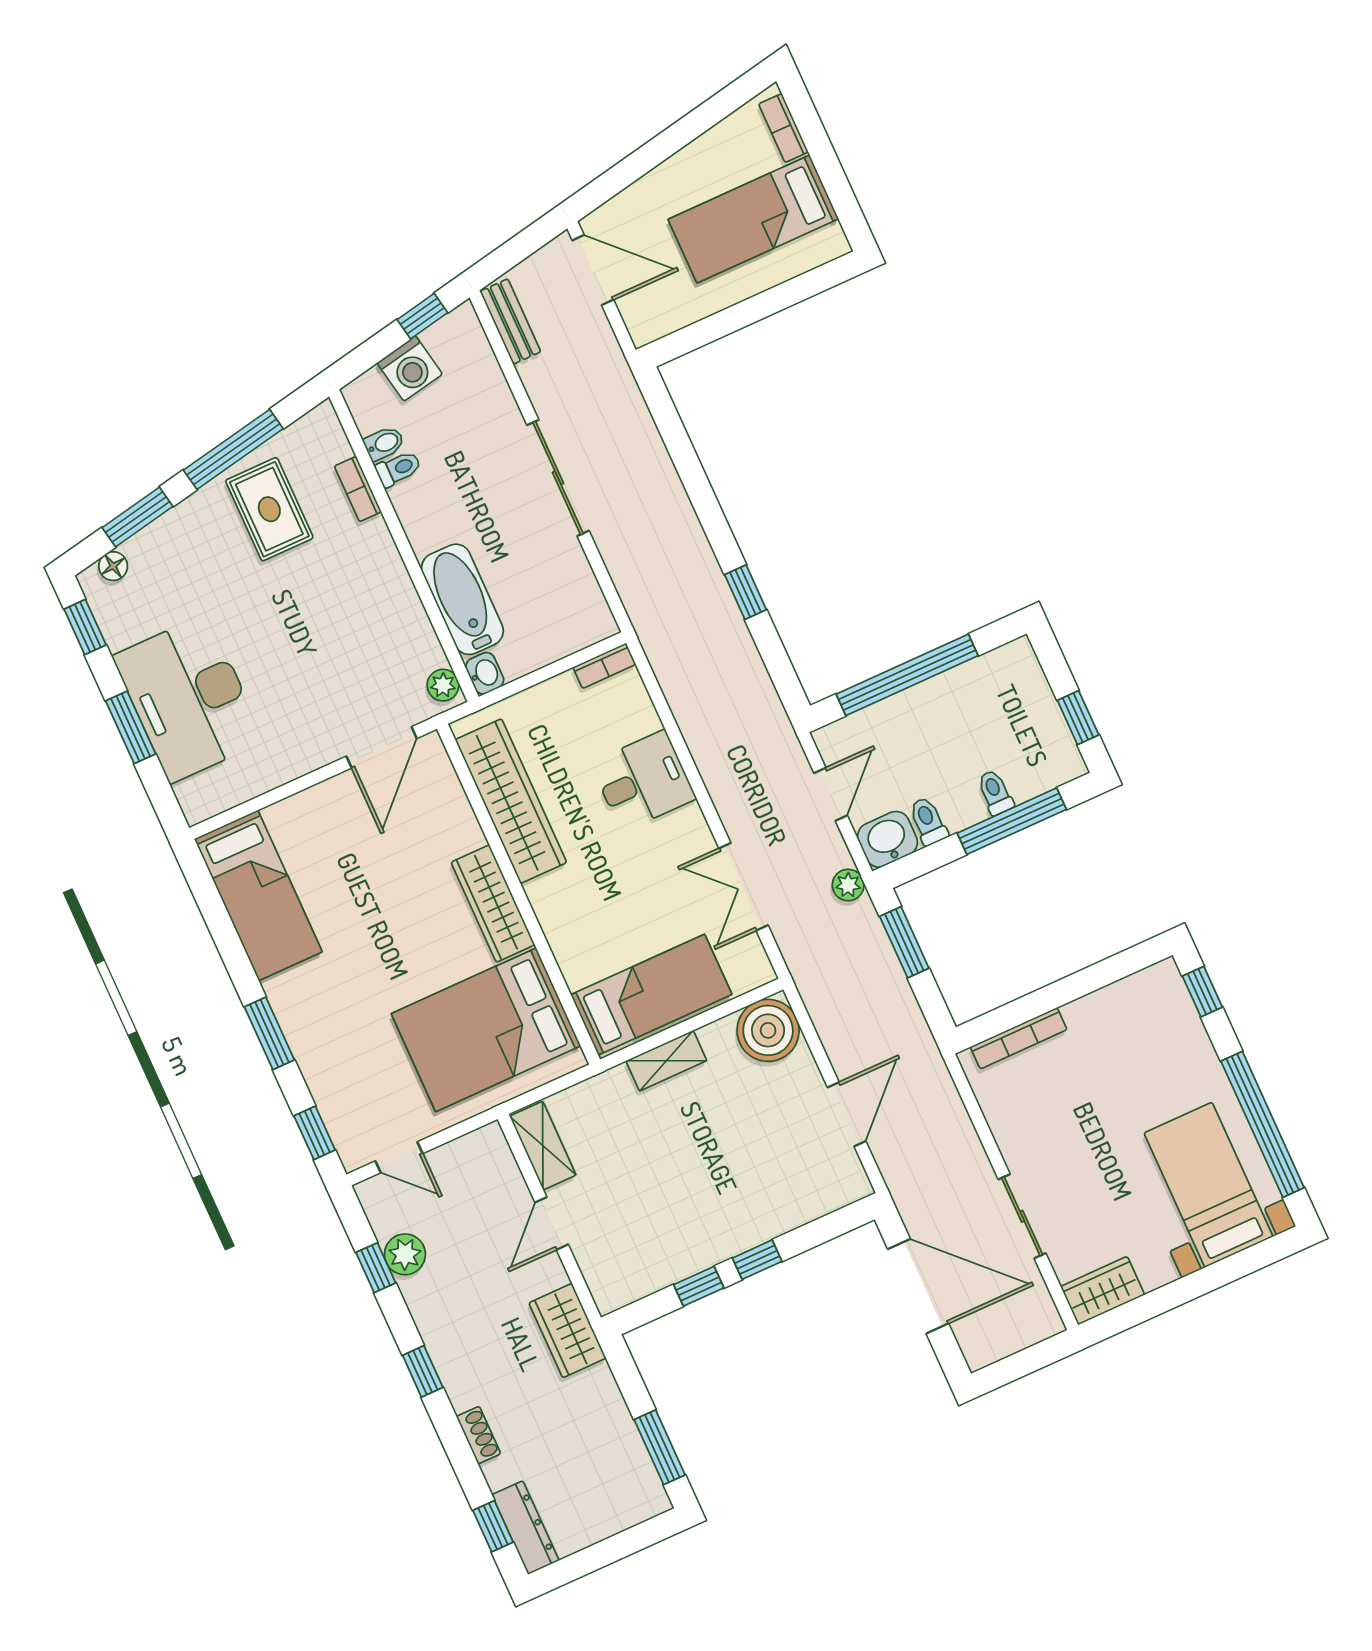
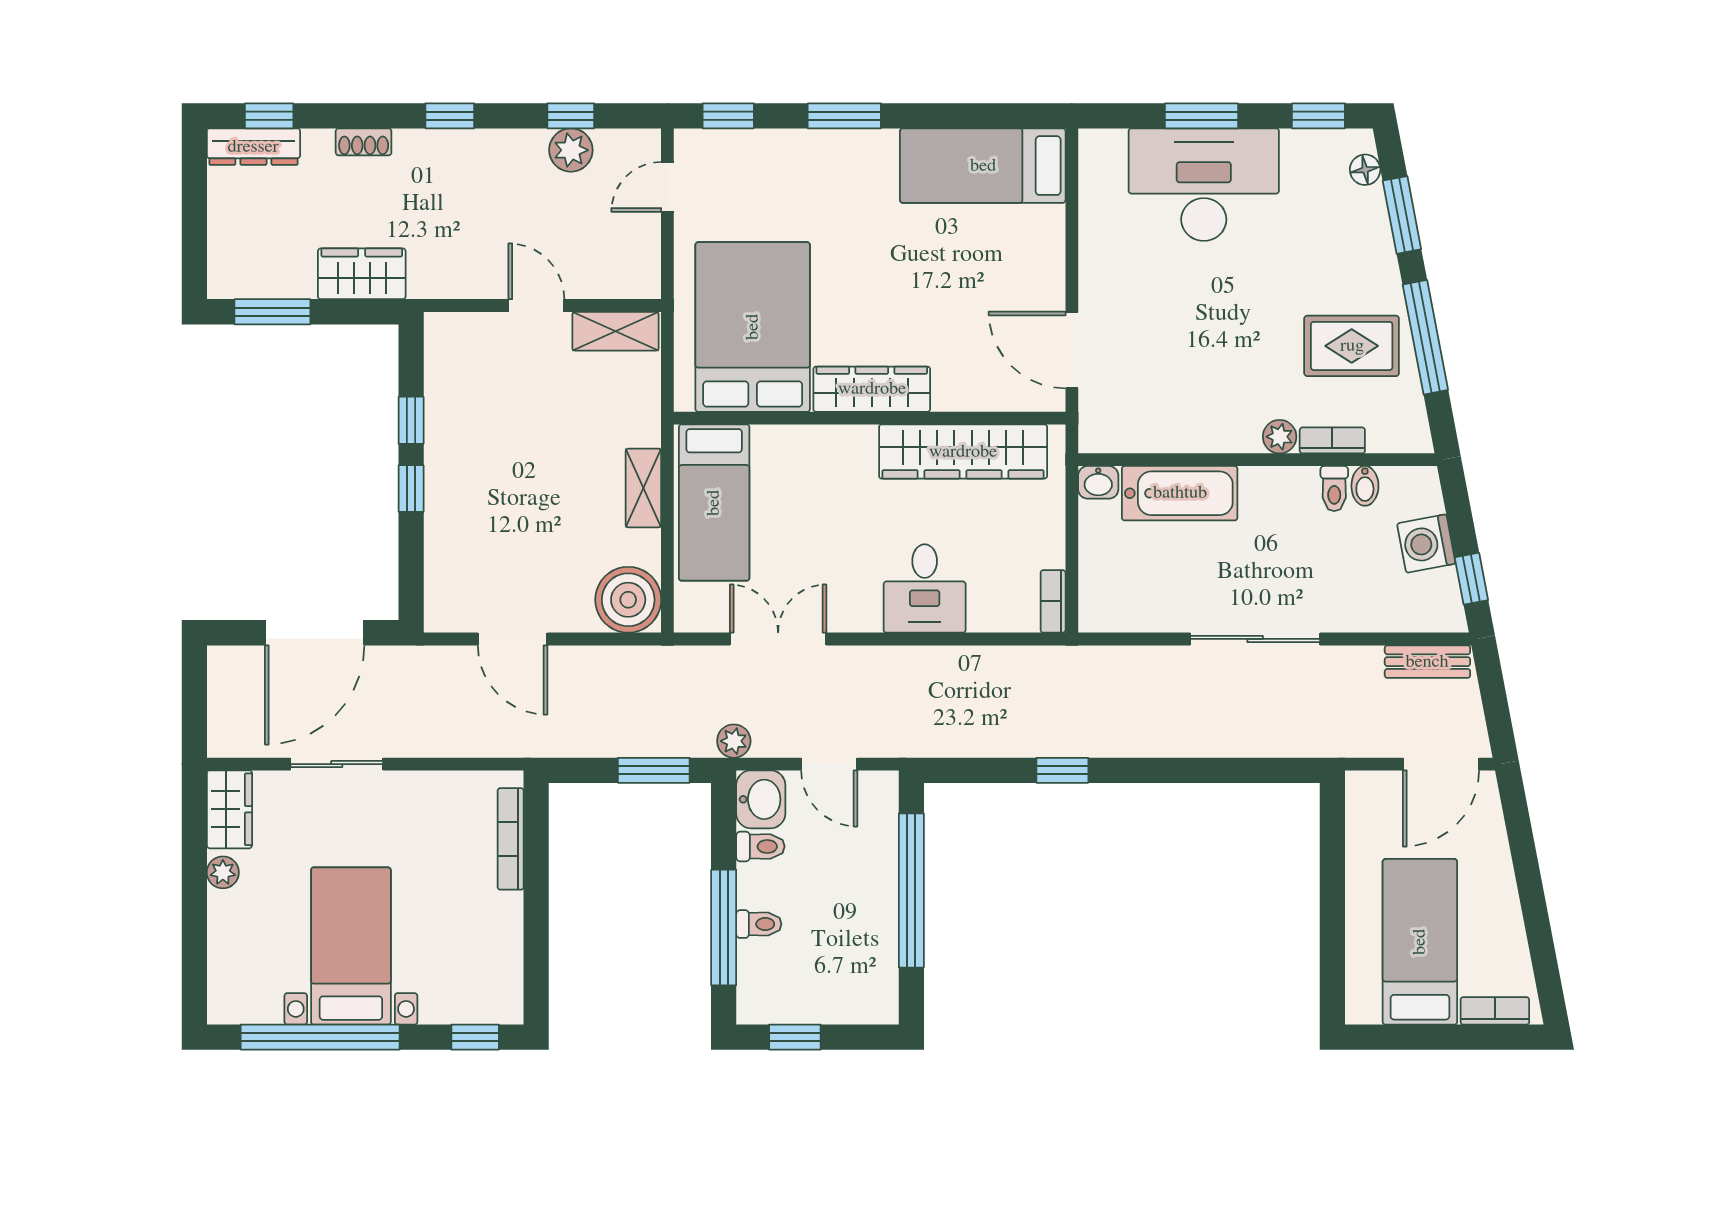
plant: (443, 685) -> (1280, 437), moved
bed with nightstands: (1208, 1185) -> (351, 946), moved, turned -90
plant: (1159, 1272) -> (223, 872), added
wardrobe: (567, 1331) -> (362, 274), moved

